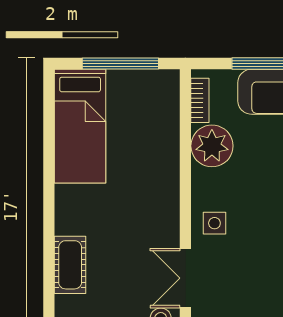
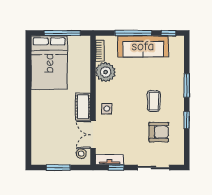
bed: (80, 126) -> (49, 63), width x1.50
cot: (70, 265) -> (83, 107), moved

